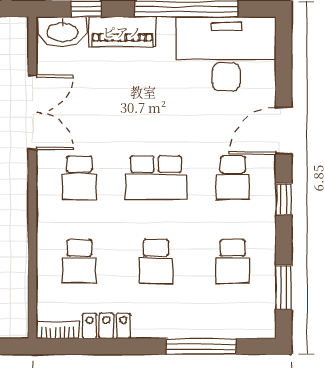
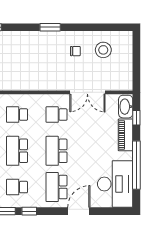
door: (284, 131) -> (79, 211), hinge flipped
school desk: (233, 178) -> (57, 187), width x1.85
window: (284, 199) -> (29, 211), moved
school desk: (156, 261) -> (17, 151), width x1.85

